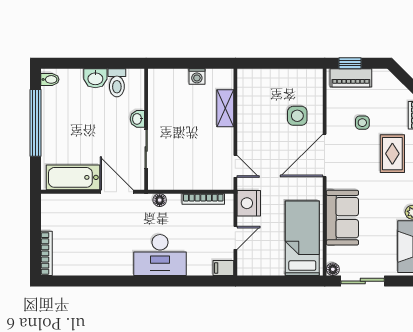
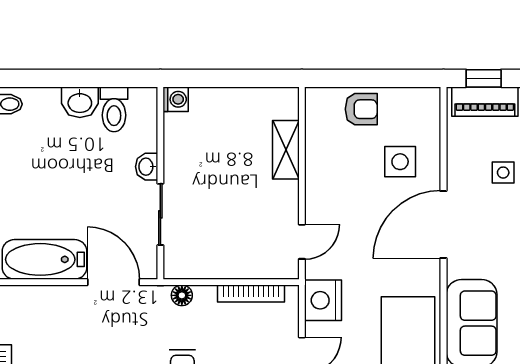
washing machine: (197, 76) -> (176, 99), moved, turned -90
armchair: (273, 83) -> (361, 109), added
door: (235, 166) -> (302, 242), hinge flipped

